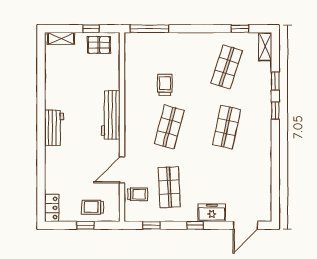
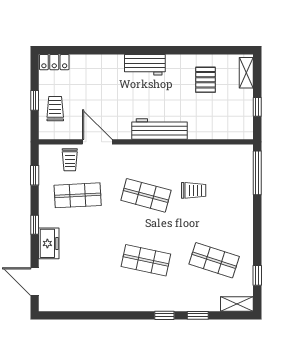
pallet: (99, 45) -> (206, 80), moved

